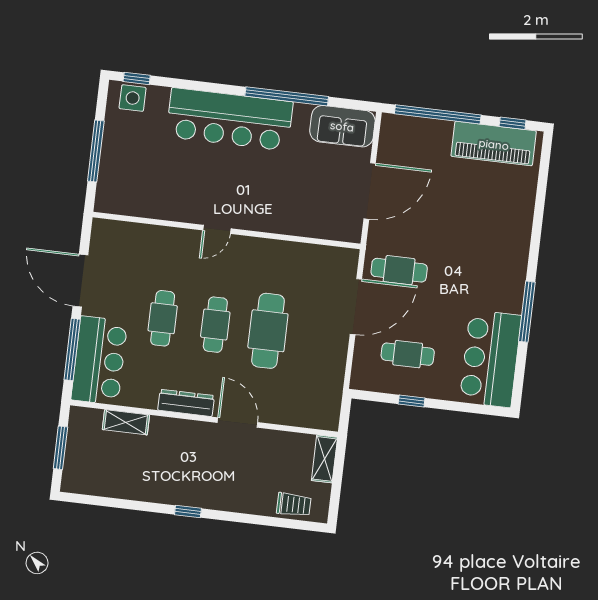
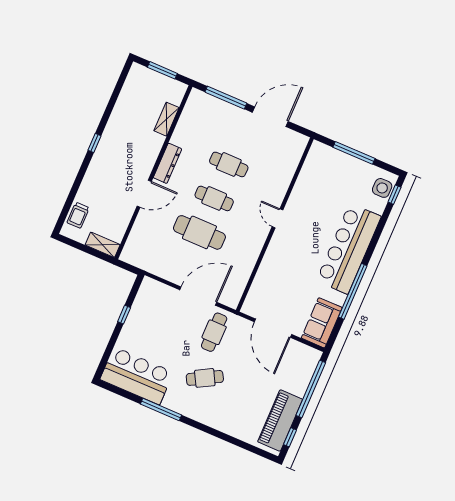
door: (356, 307) -> (198, 296), swing flipped
cafe table: (408, 354) -> (205, 378), moved, turned 61
bar counter: (99, 360) -> (213, 114), removed

